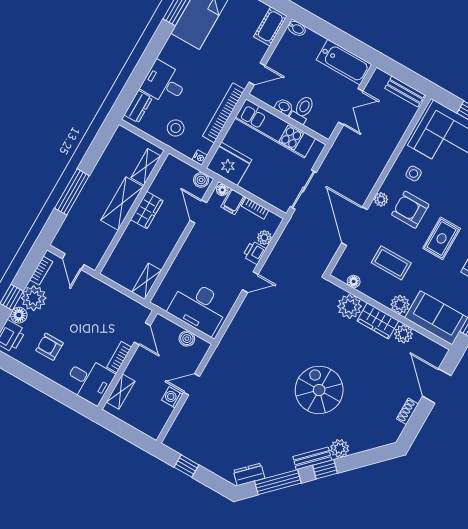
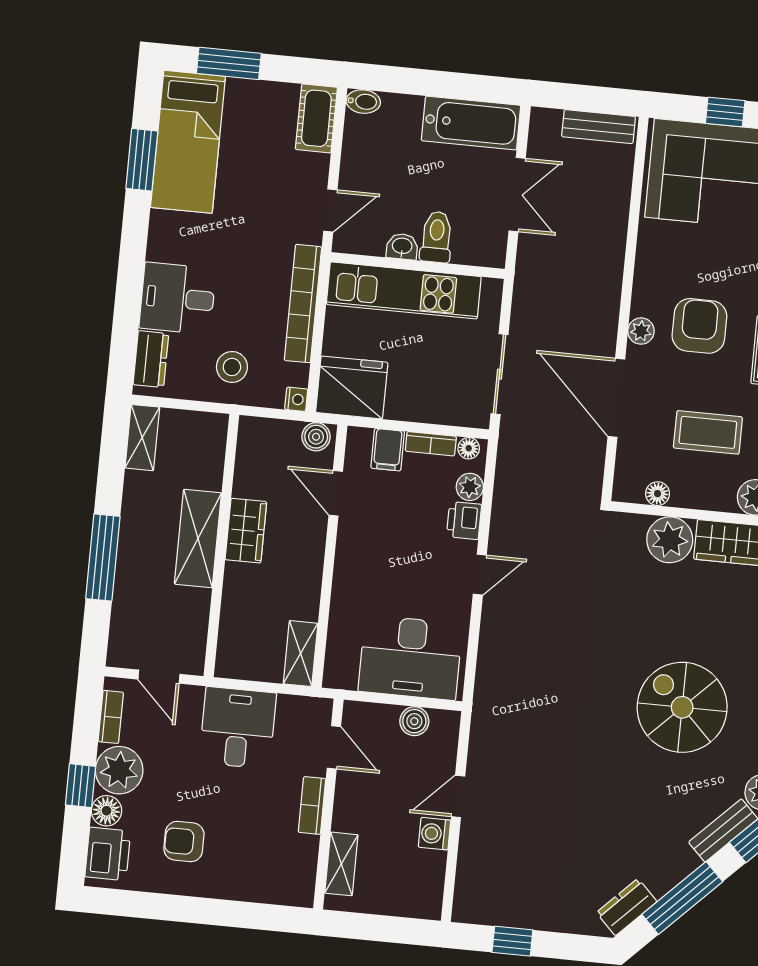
shelving: (146, 167) -> (142, 438), moved
side table: (414, 174) -> (677, 261), removed
floor lamp: (222, 190) -> (469, 448), moved
armchair: (410, 210) -> (699, 326), turned 90
desk: (89, 380) -> (238, 728), moved, turned -90

